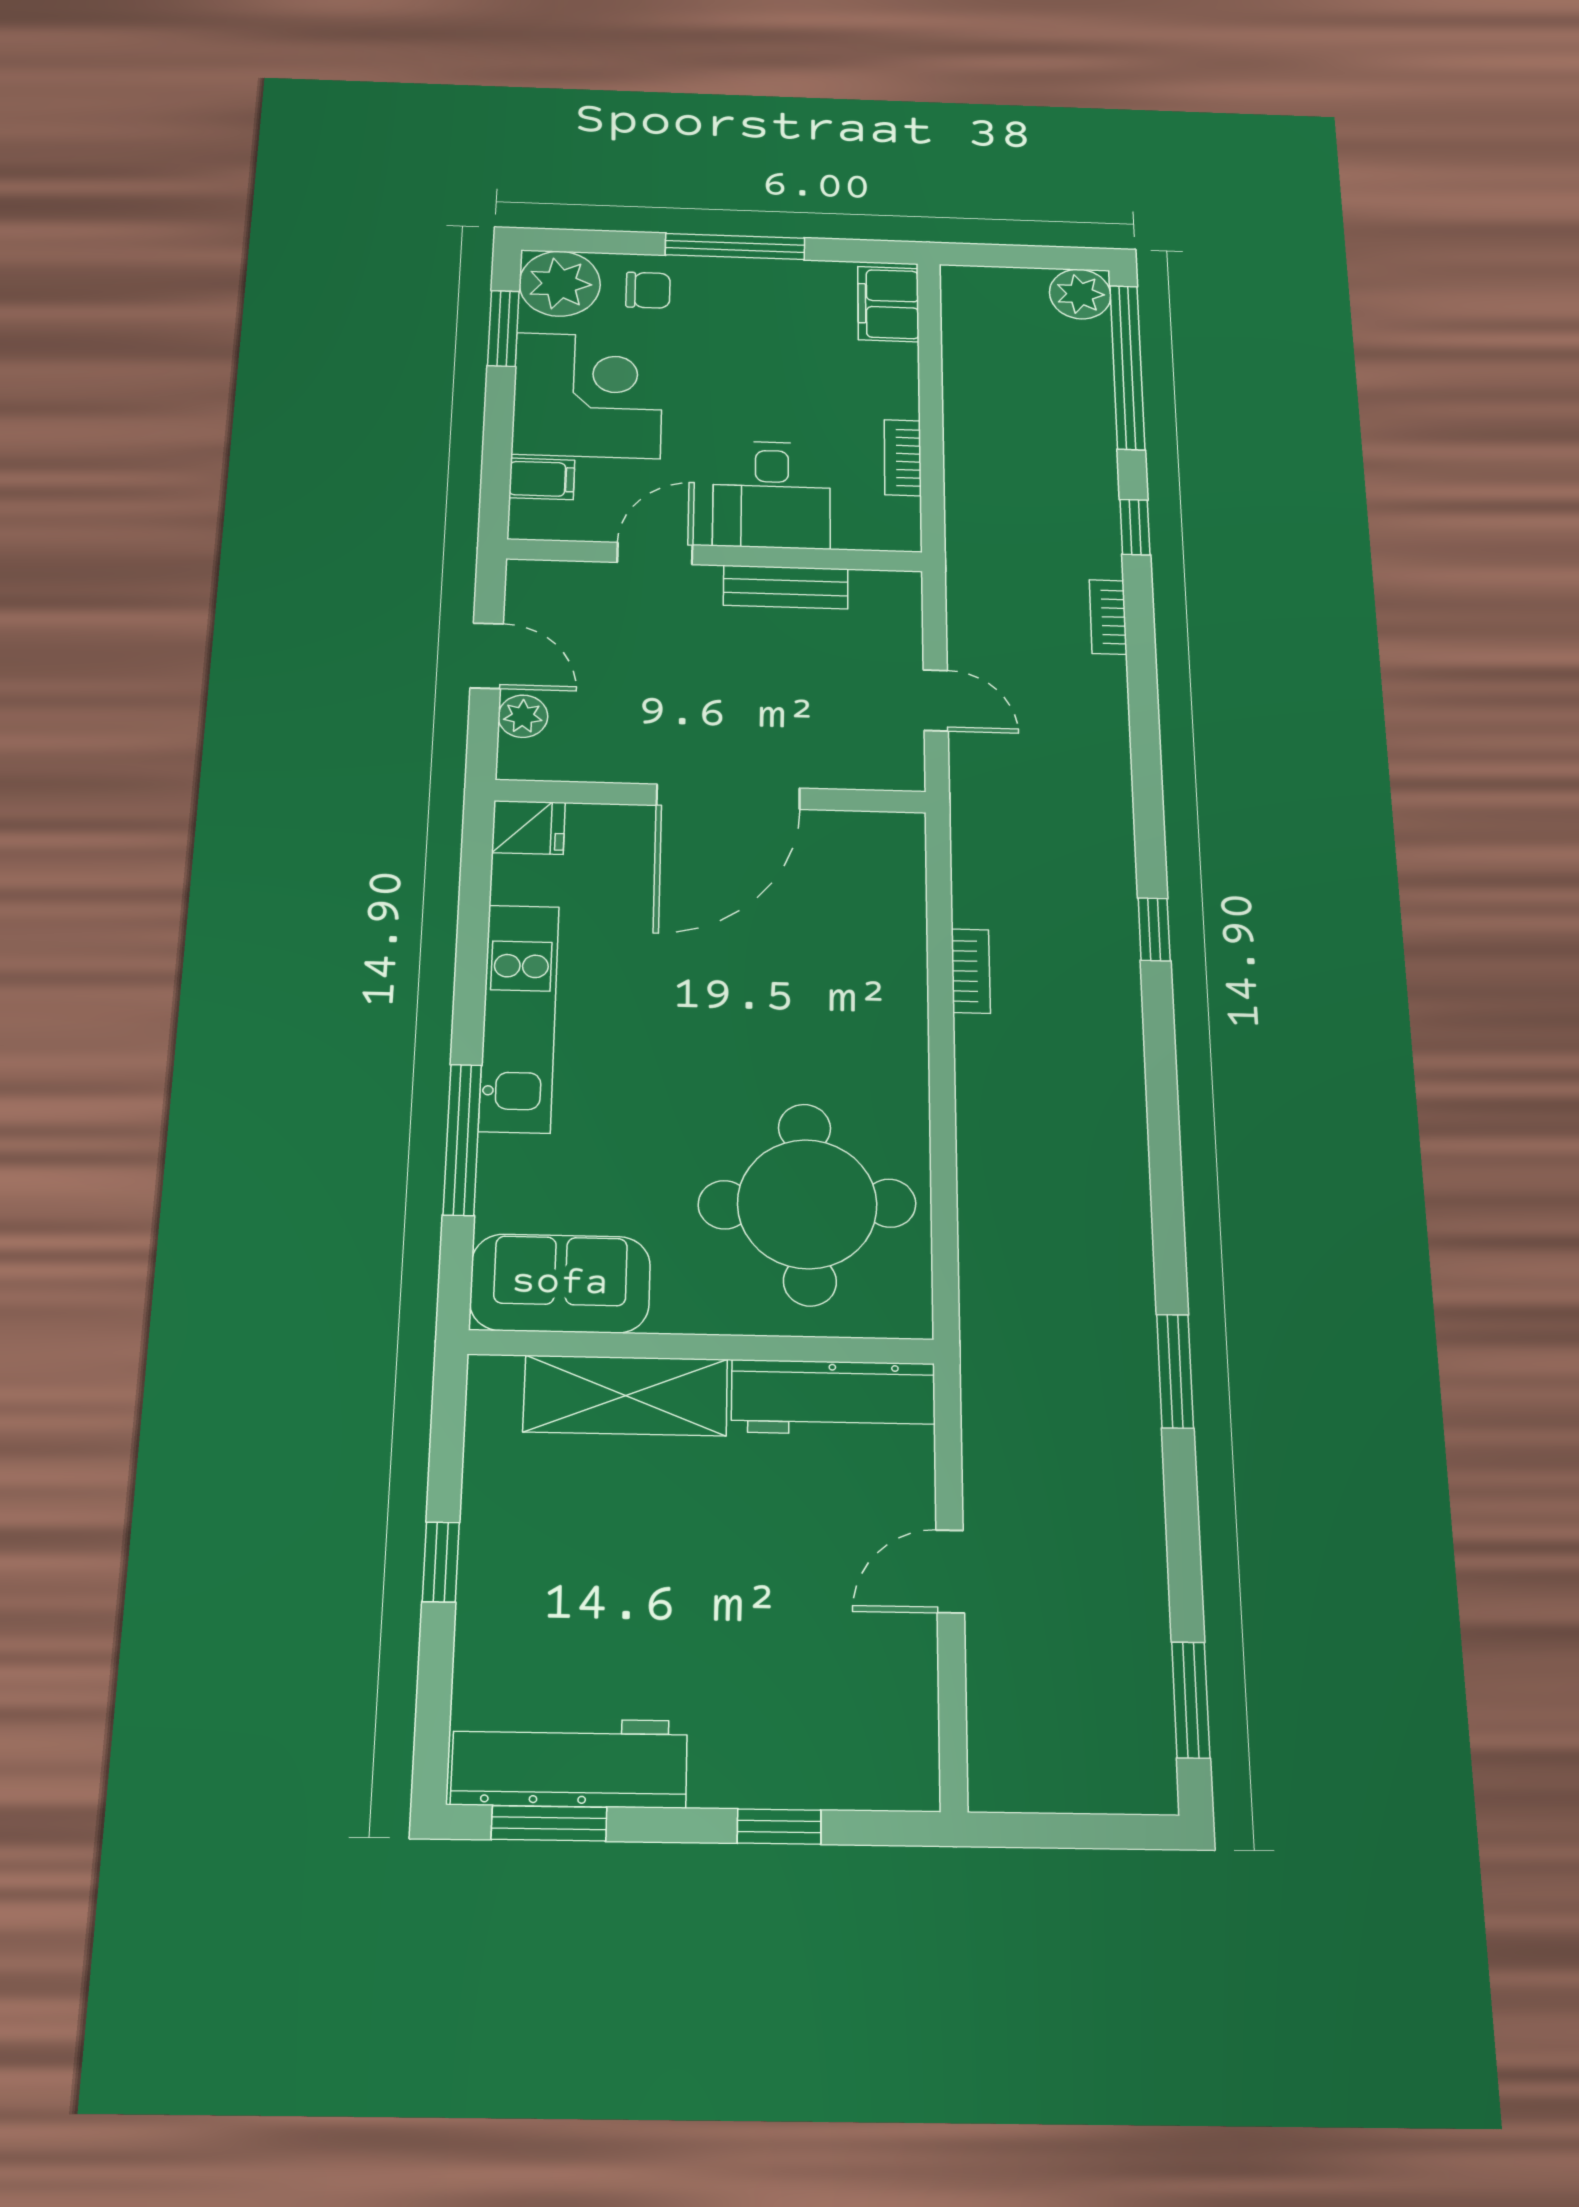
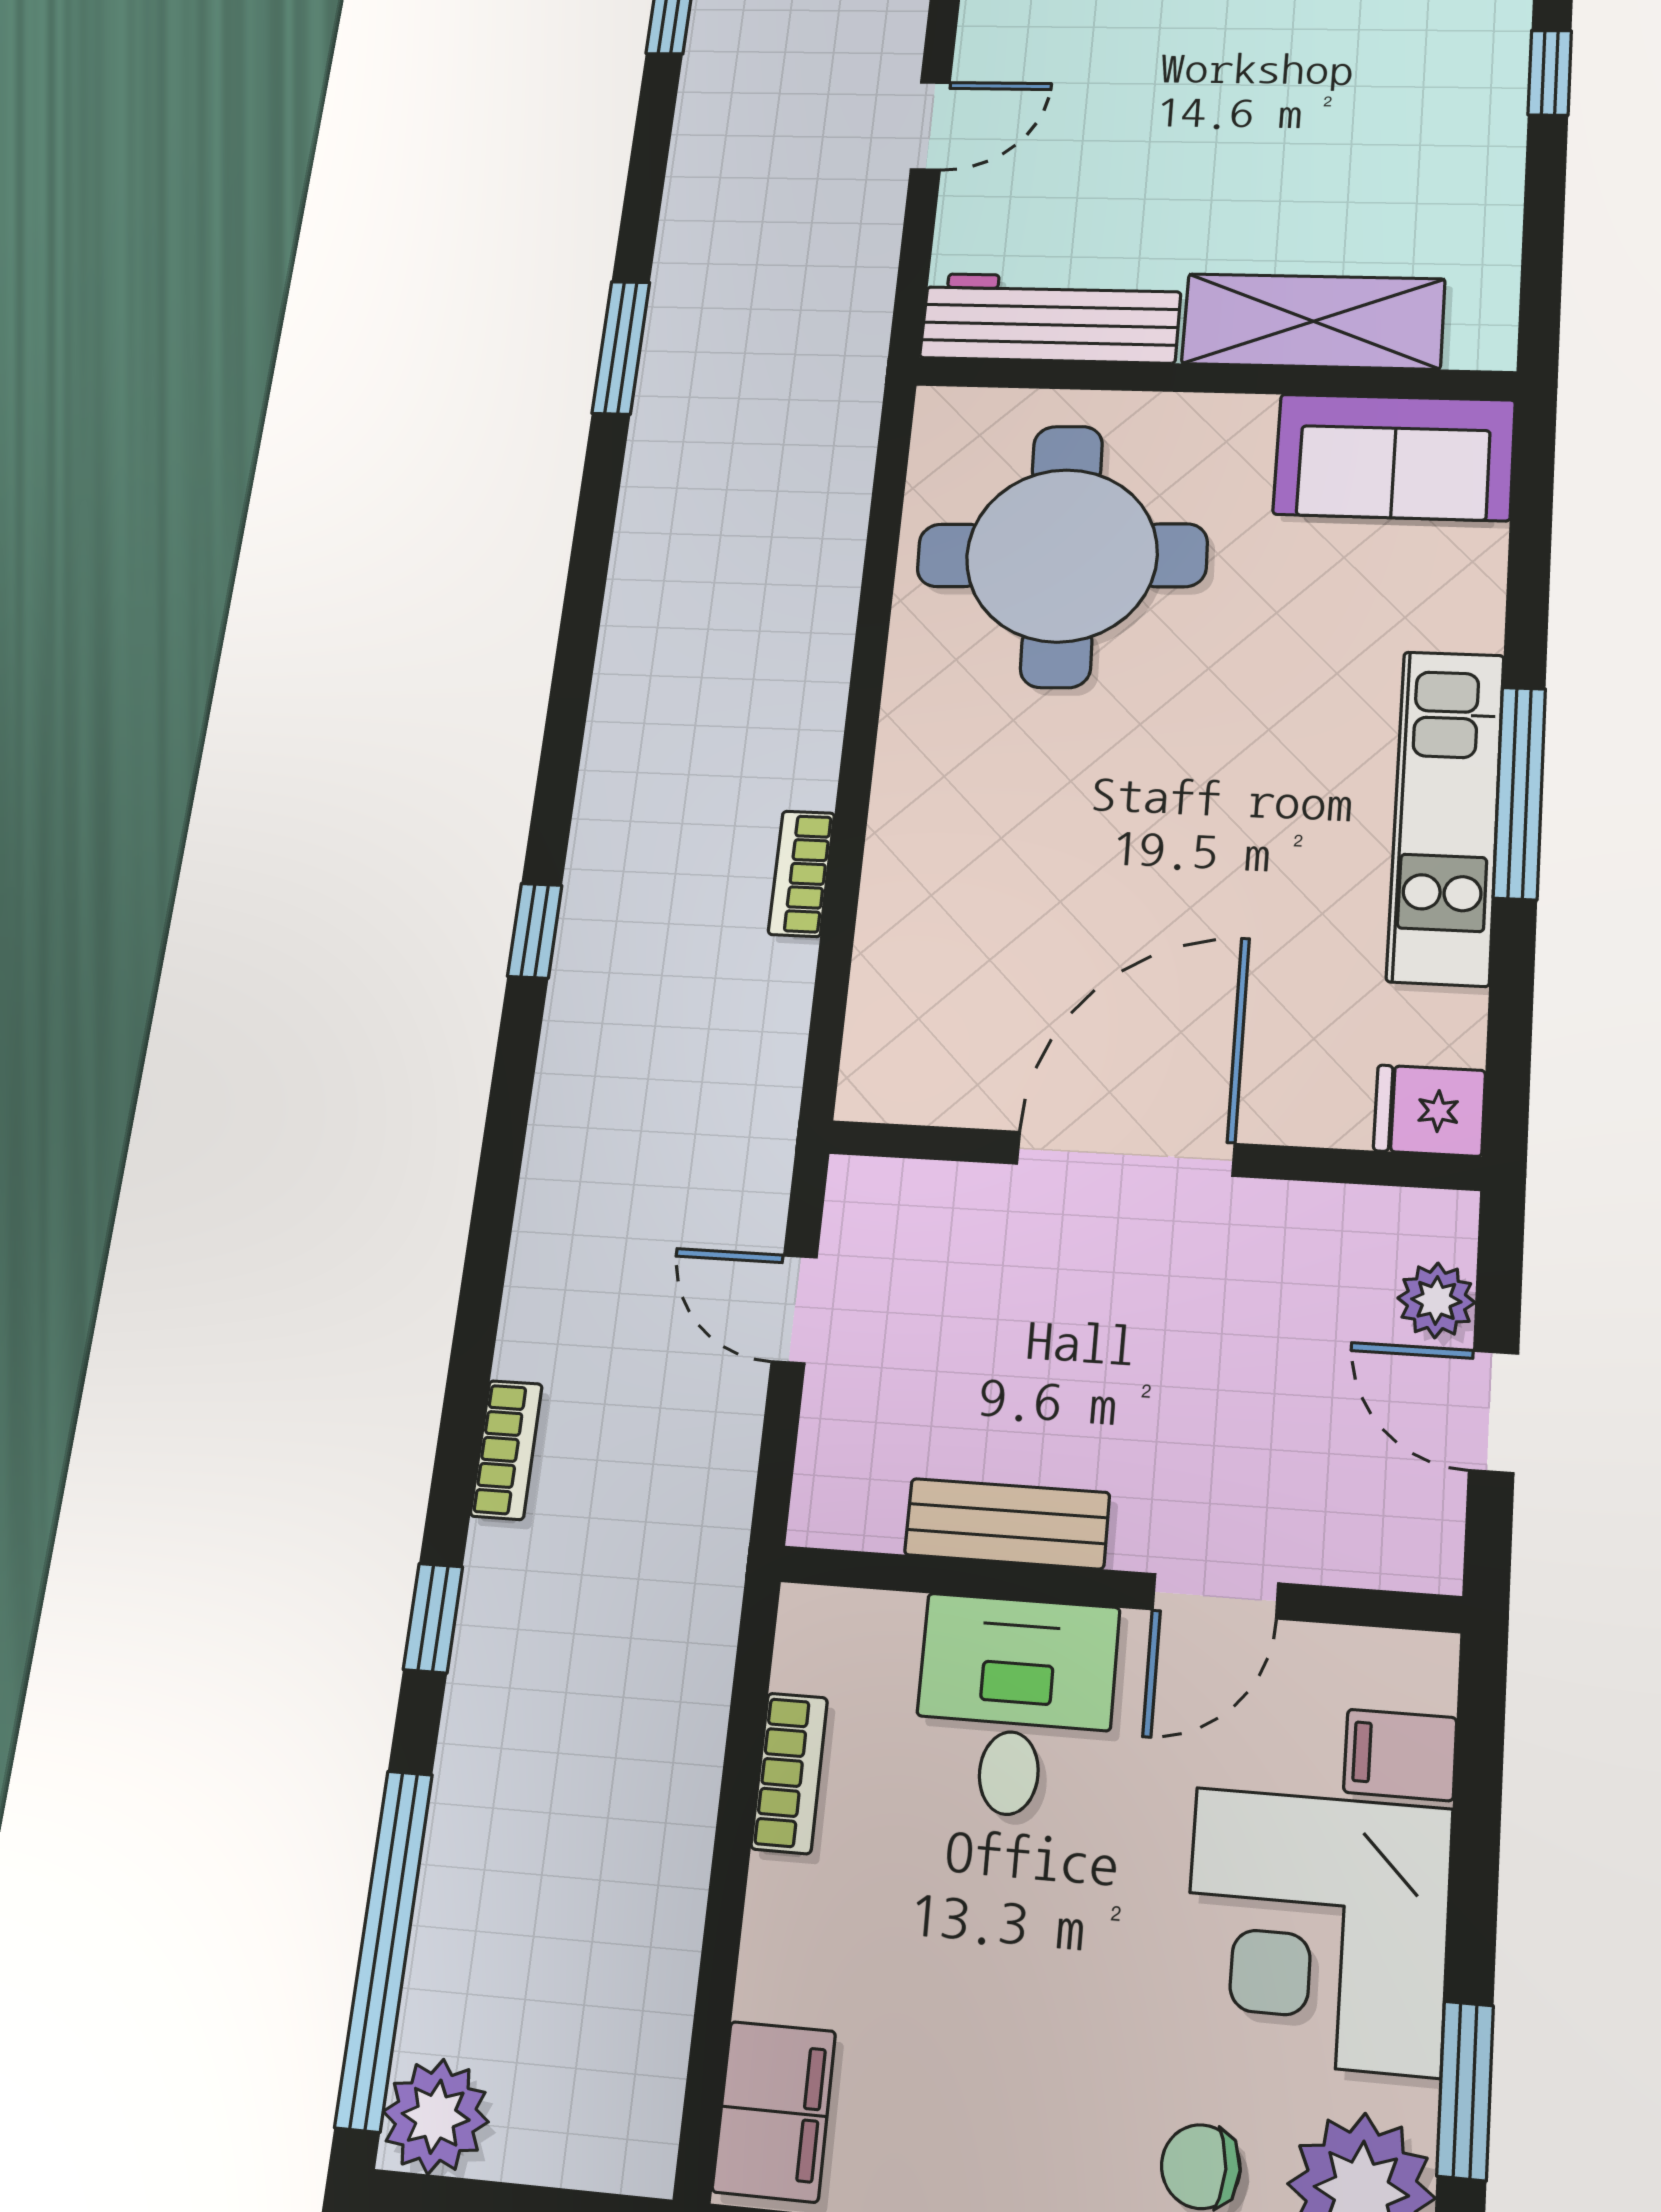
window: (462, 1139) -> (1520, 792), moved
window: (441, 1562) -> (1550, 73), moved

